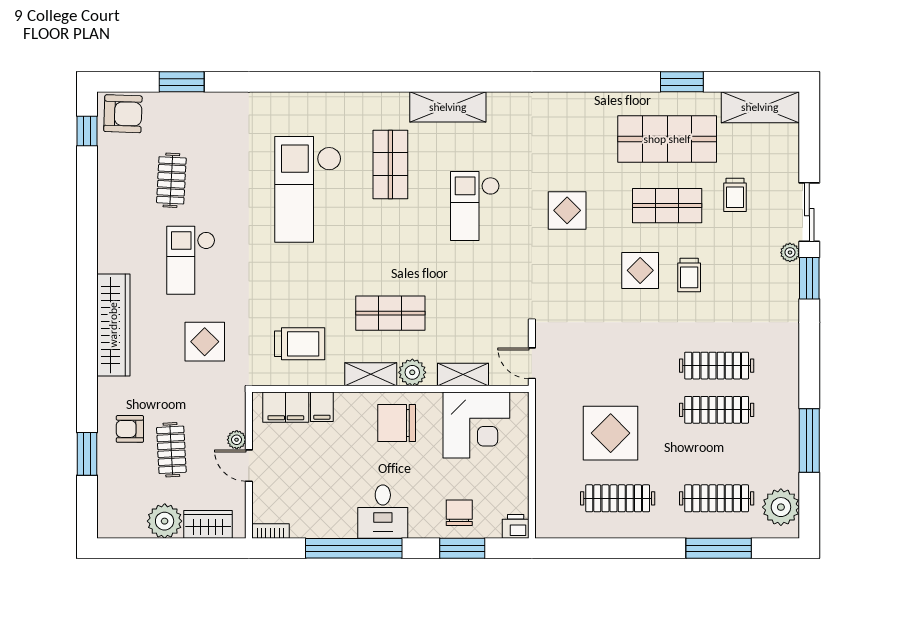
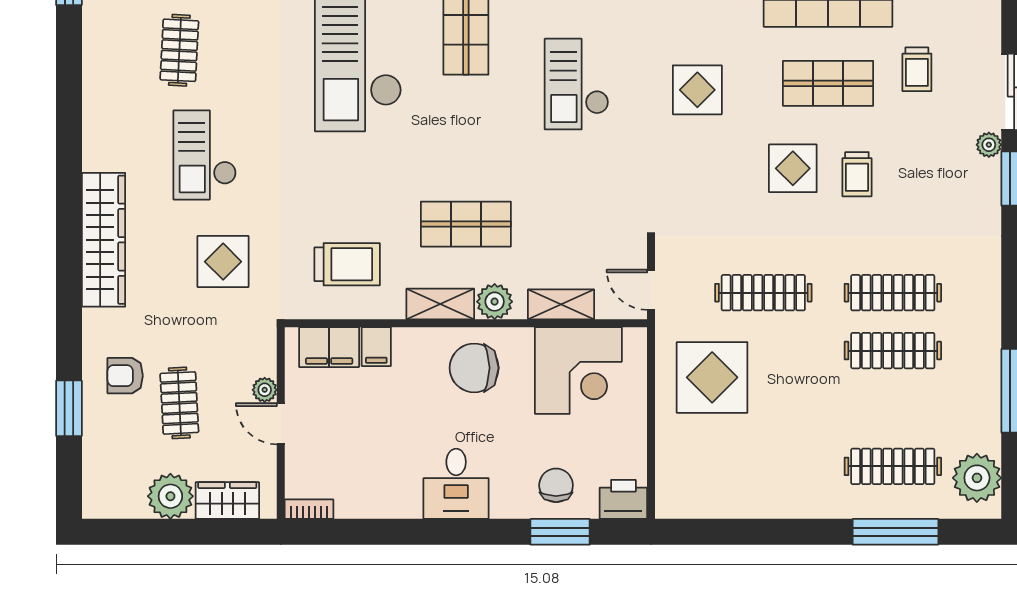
display table: (611, 433) -> (712, 377), moved
clothes rail: (618, 498) -> (763, 293), moved
printer: (516, 526) -> (623, 499), width x1.36, depth x1.24
window: (354, 548) -> (418, 532), removed

